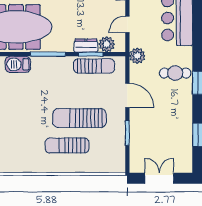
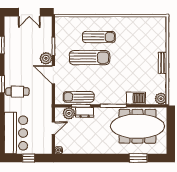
plant: (137, 56) -> (46, 58), moved

